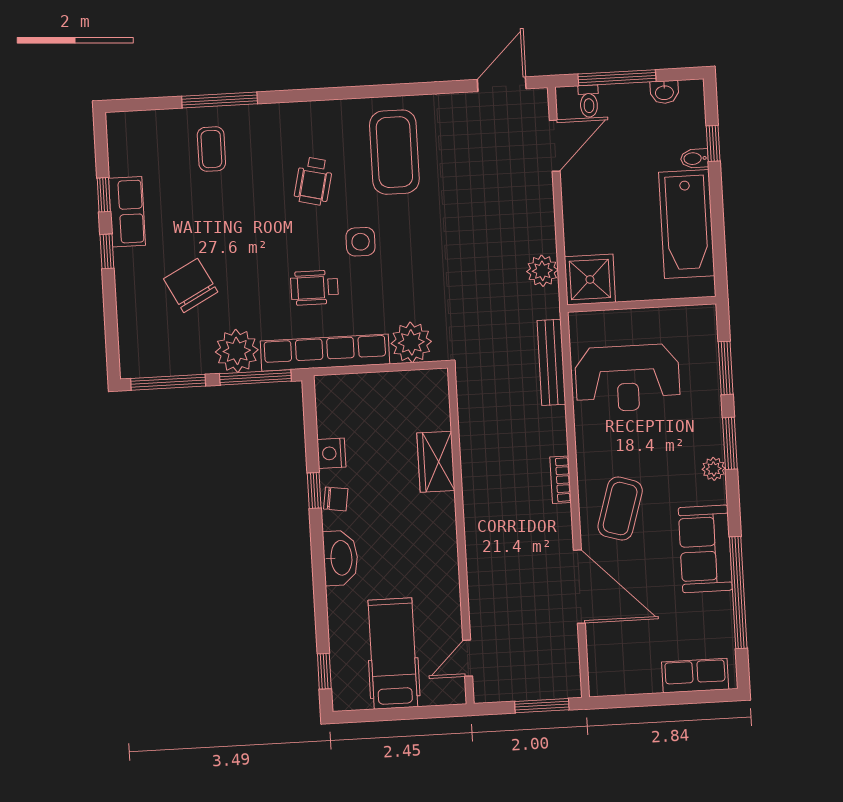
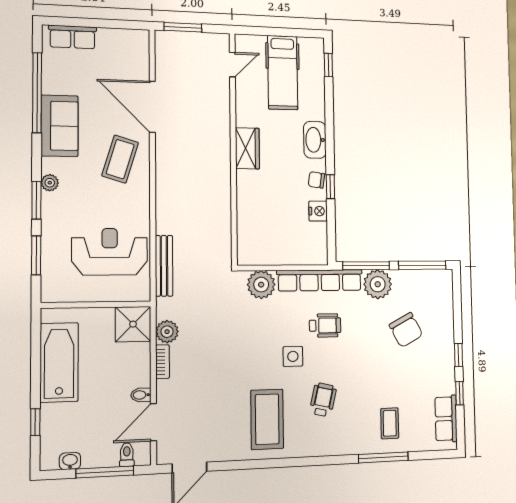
bidet: (695, 158) -> (141, 395), moved, turned 180
row of seats: (127, 212) -> (446, 419), moved
wardrobe: (436, 462) -> (247, 148), moved
bookcase: (561, 480) -> (162, 362), moved

